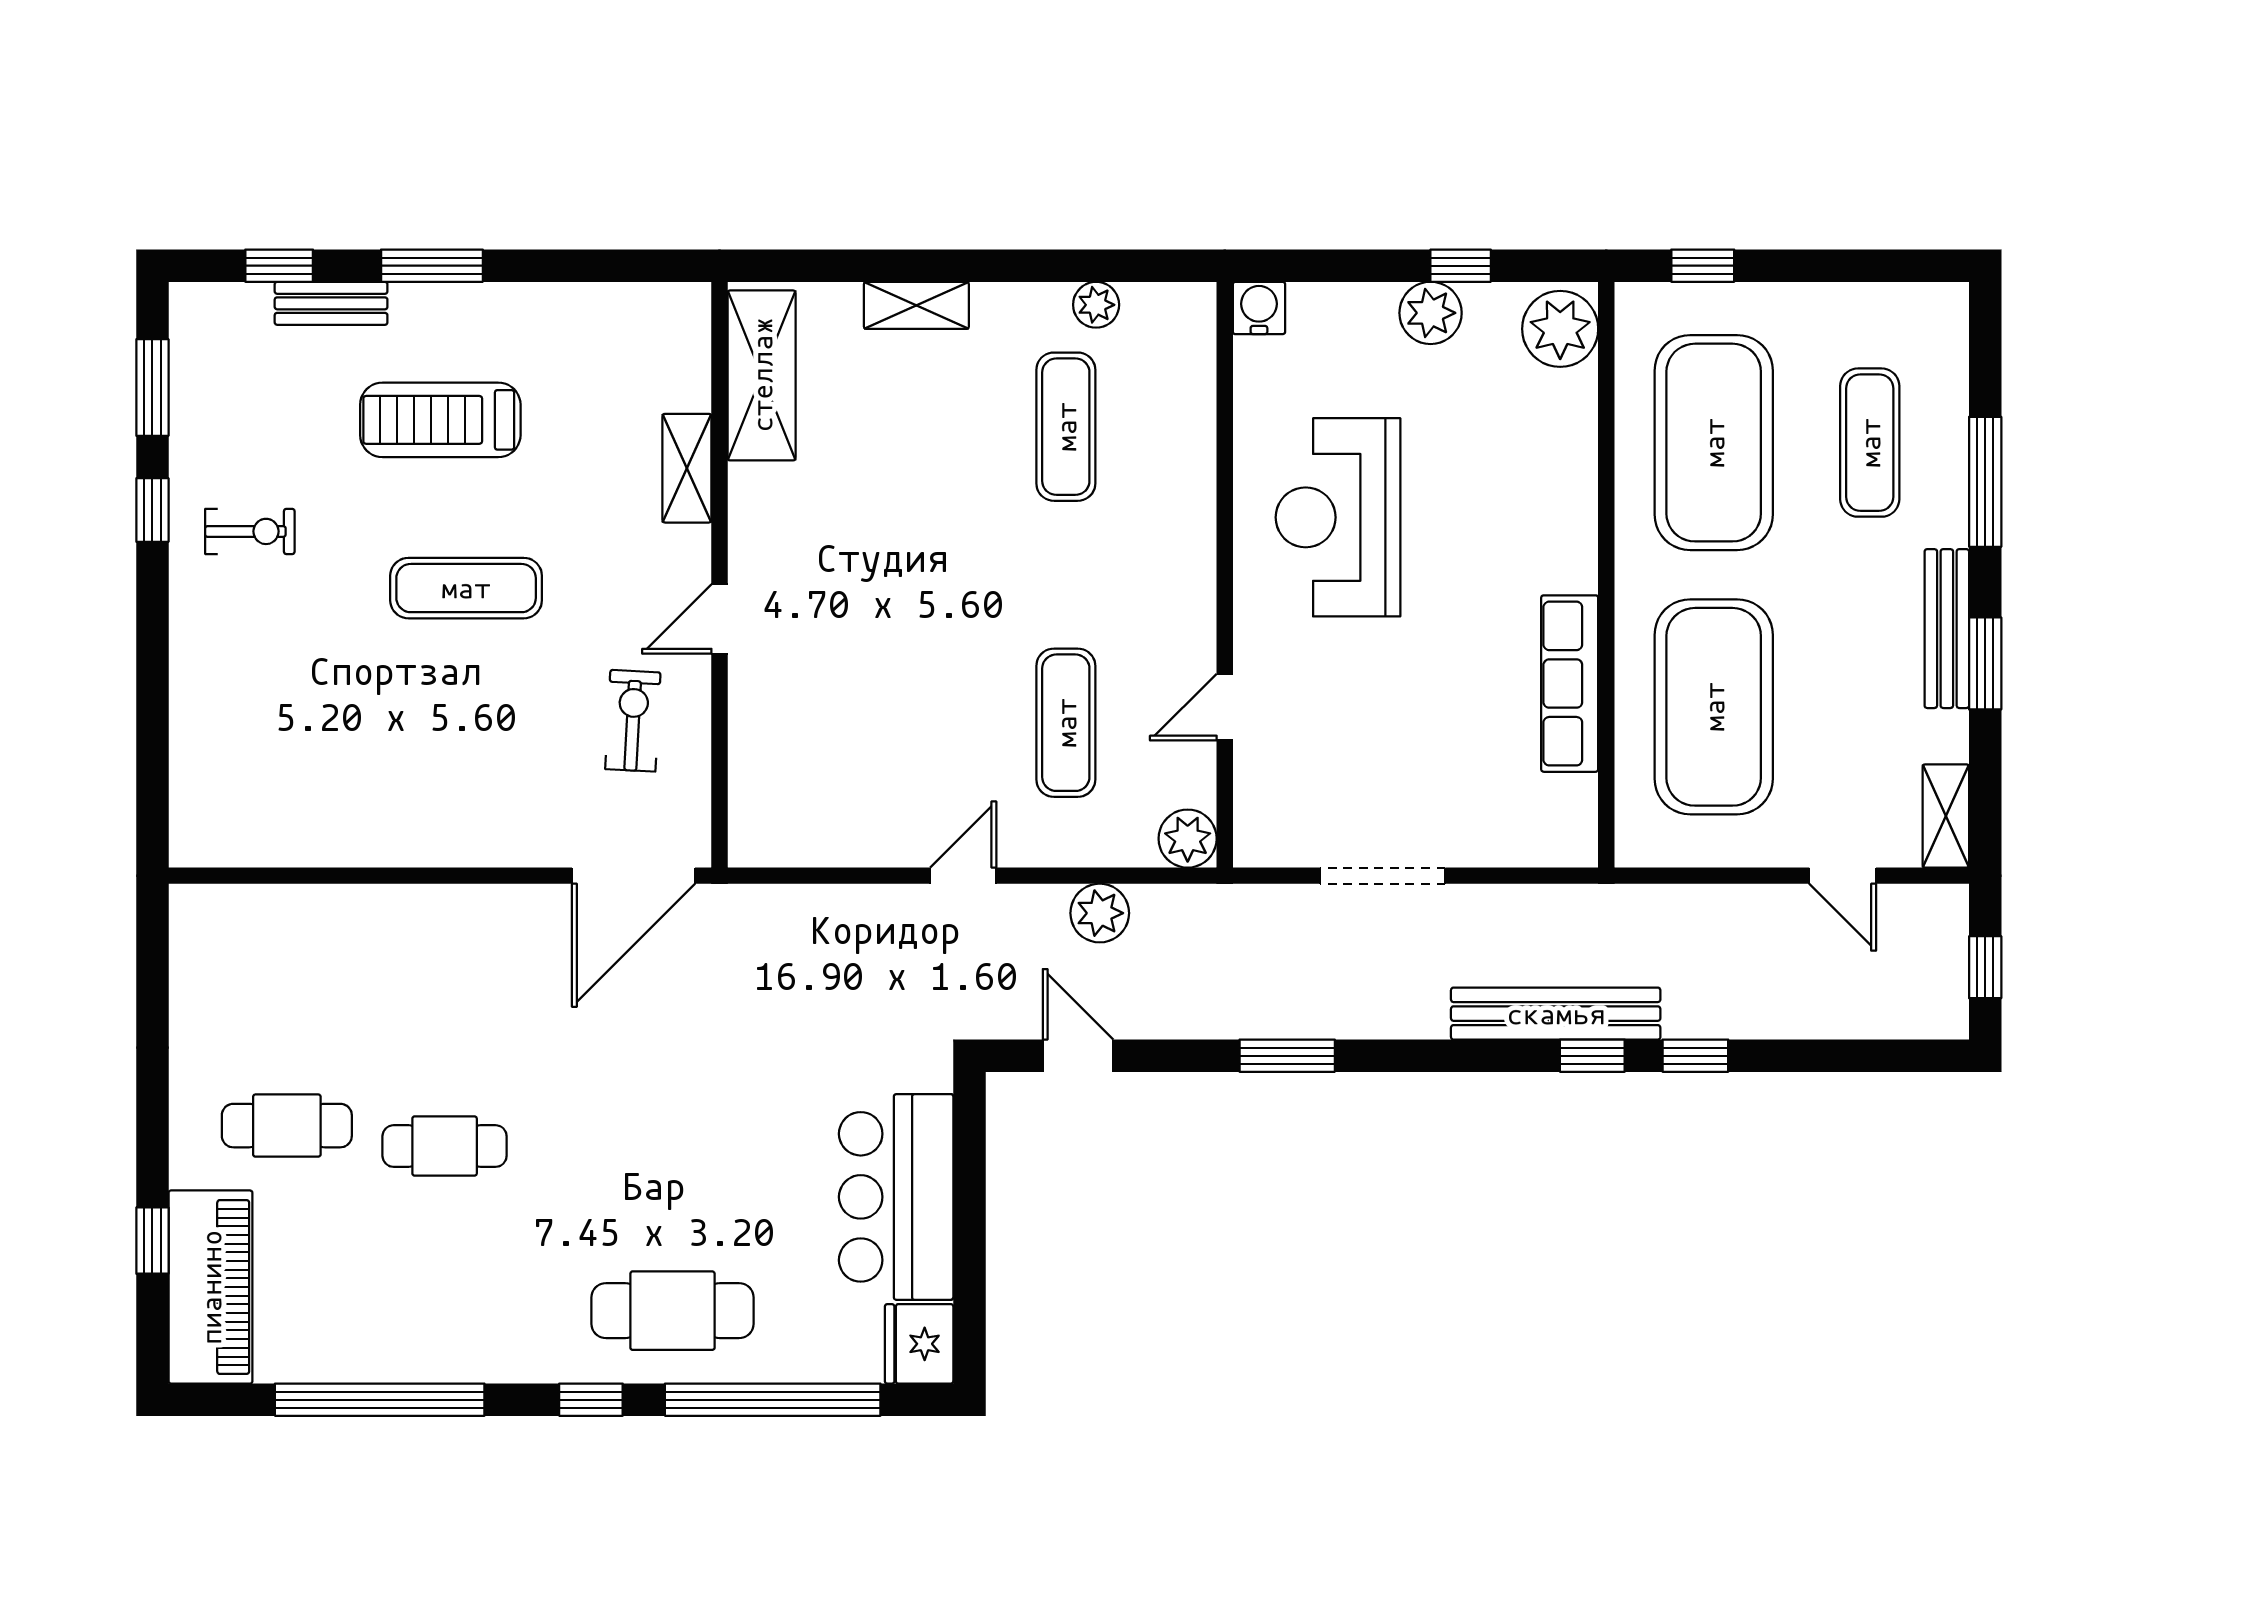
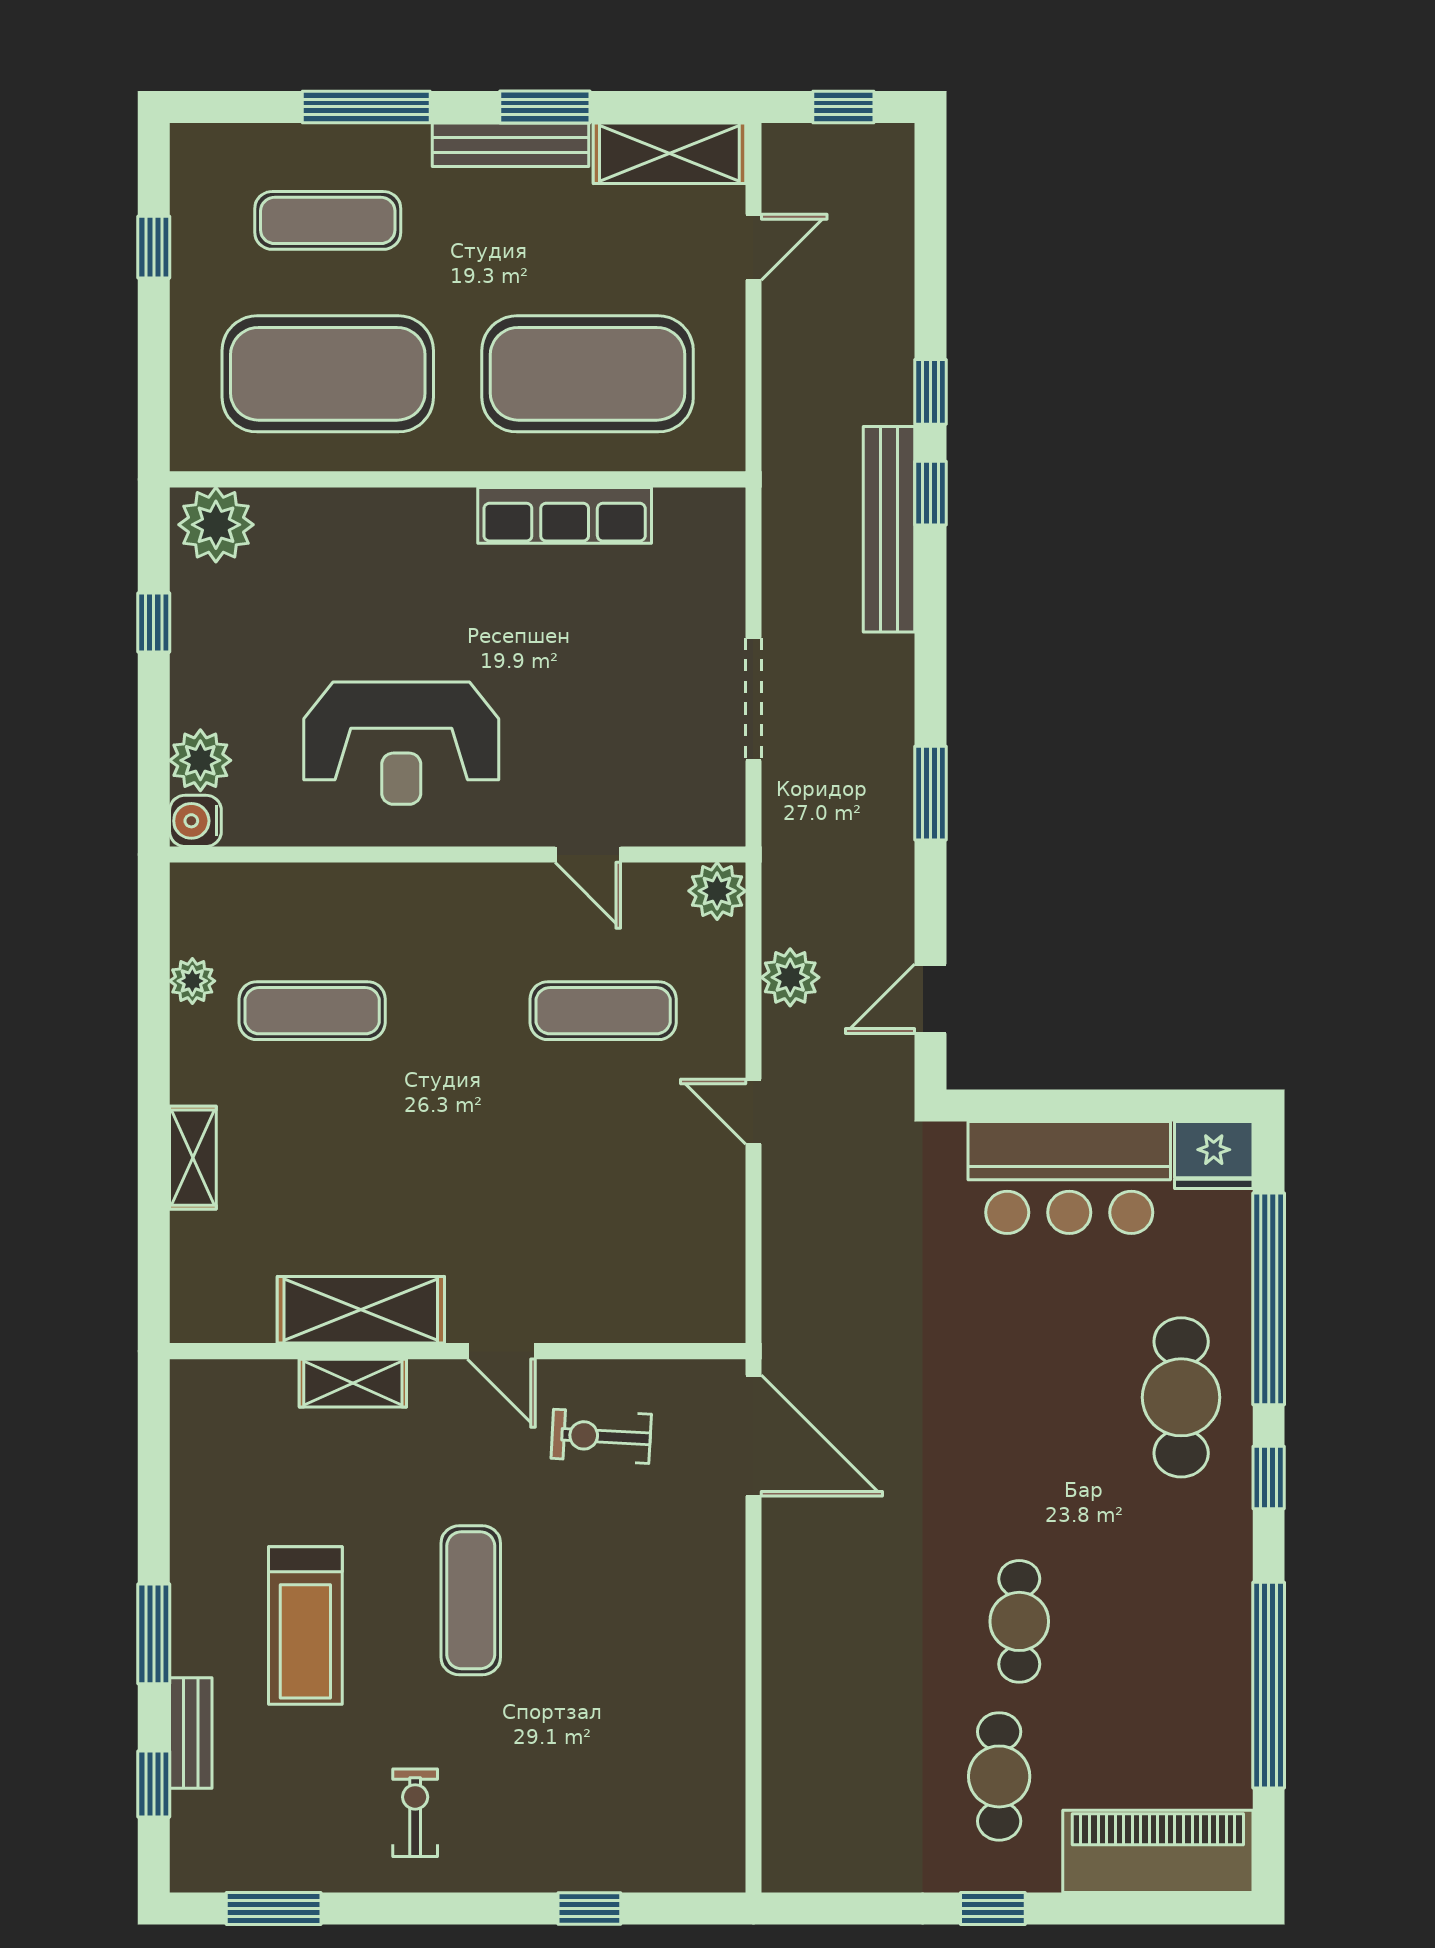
window: (1703, 266) -> (154, 247), moved
plant: (1431, 313) -> (200, 760), moved
shelving: (762, 375) -> (361, 1310), moved
window: (152, 510) -> (589, 1909), moved
shelving: (1946, 816) -> (669, 153), width x1.50, depth x1.33
window: (152, 1241) -> (993, 1909), moved

